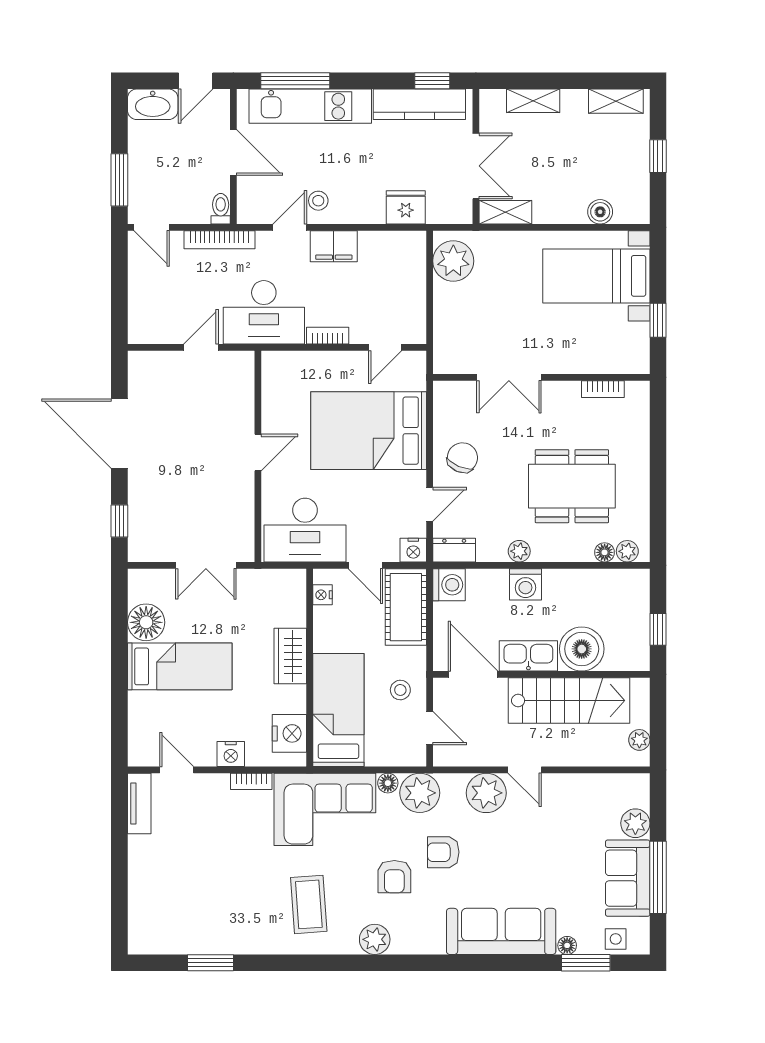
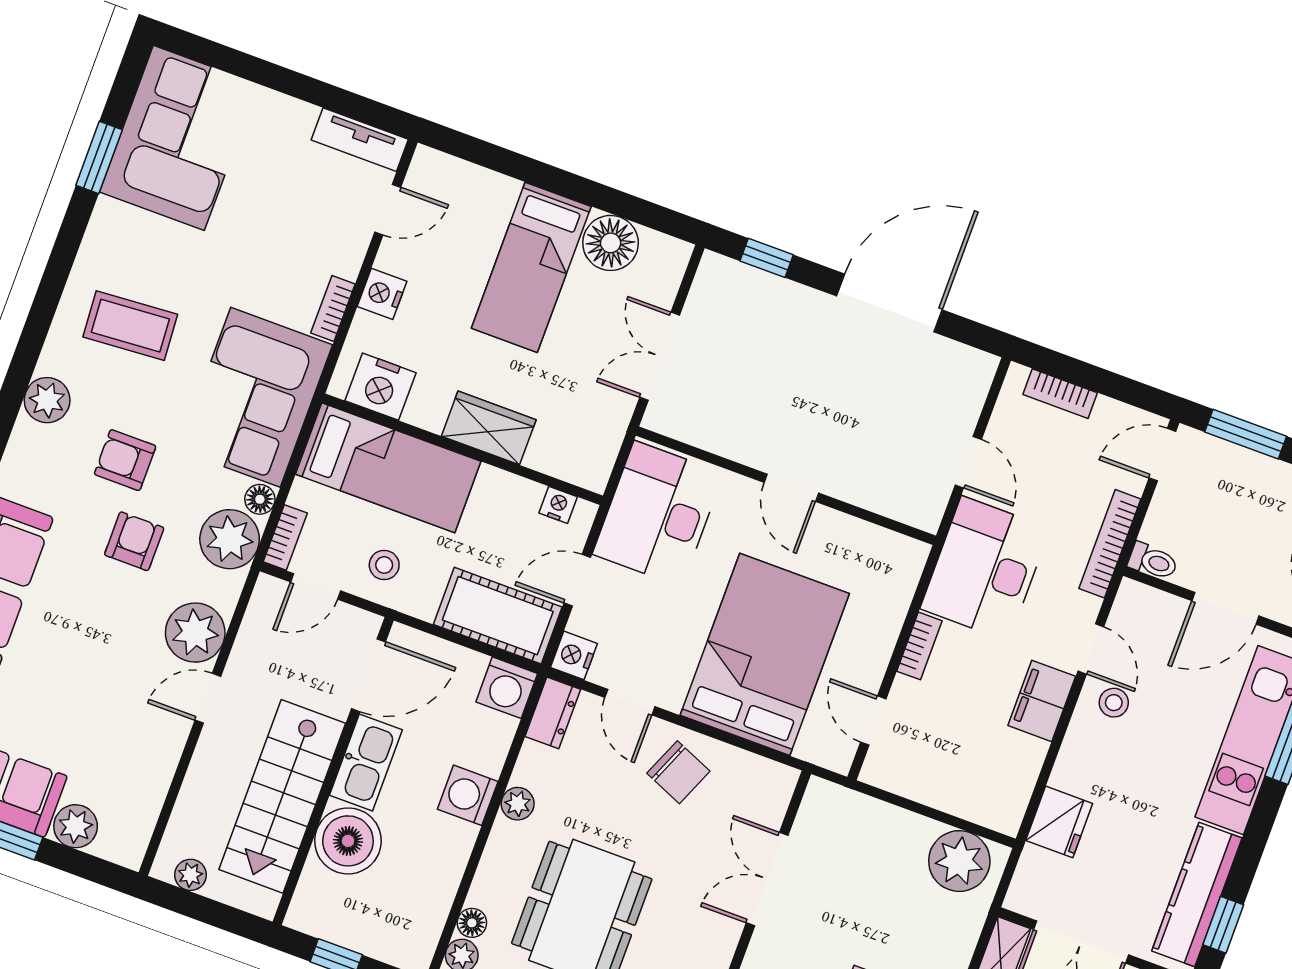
bookcase: (137, 306) -> (1060, 394), added
bookcase: (406, 758) -> (285, 537), added
corner sofa: (180, 917) -> (179, 138), added

